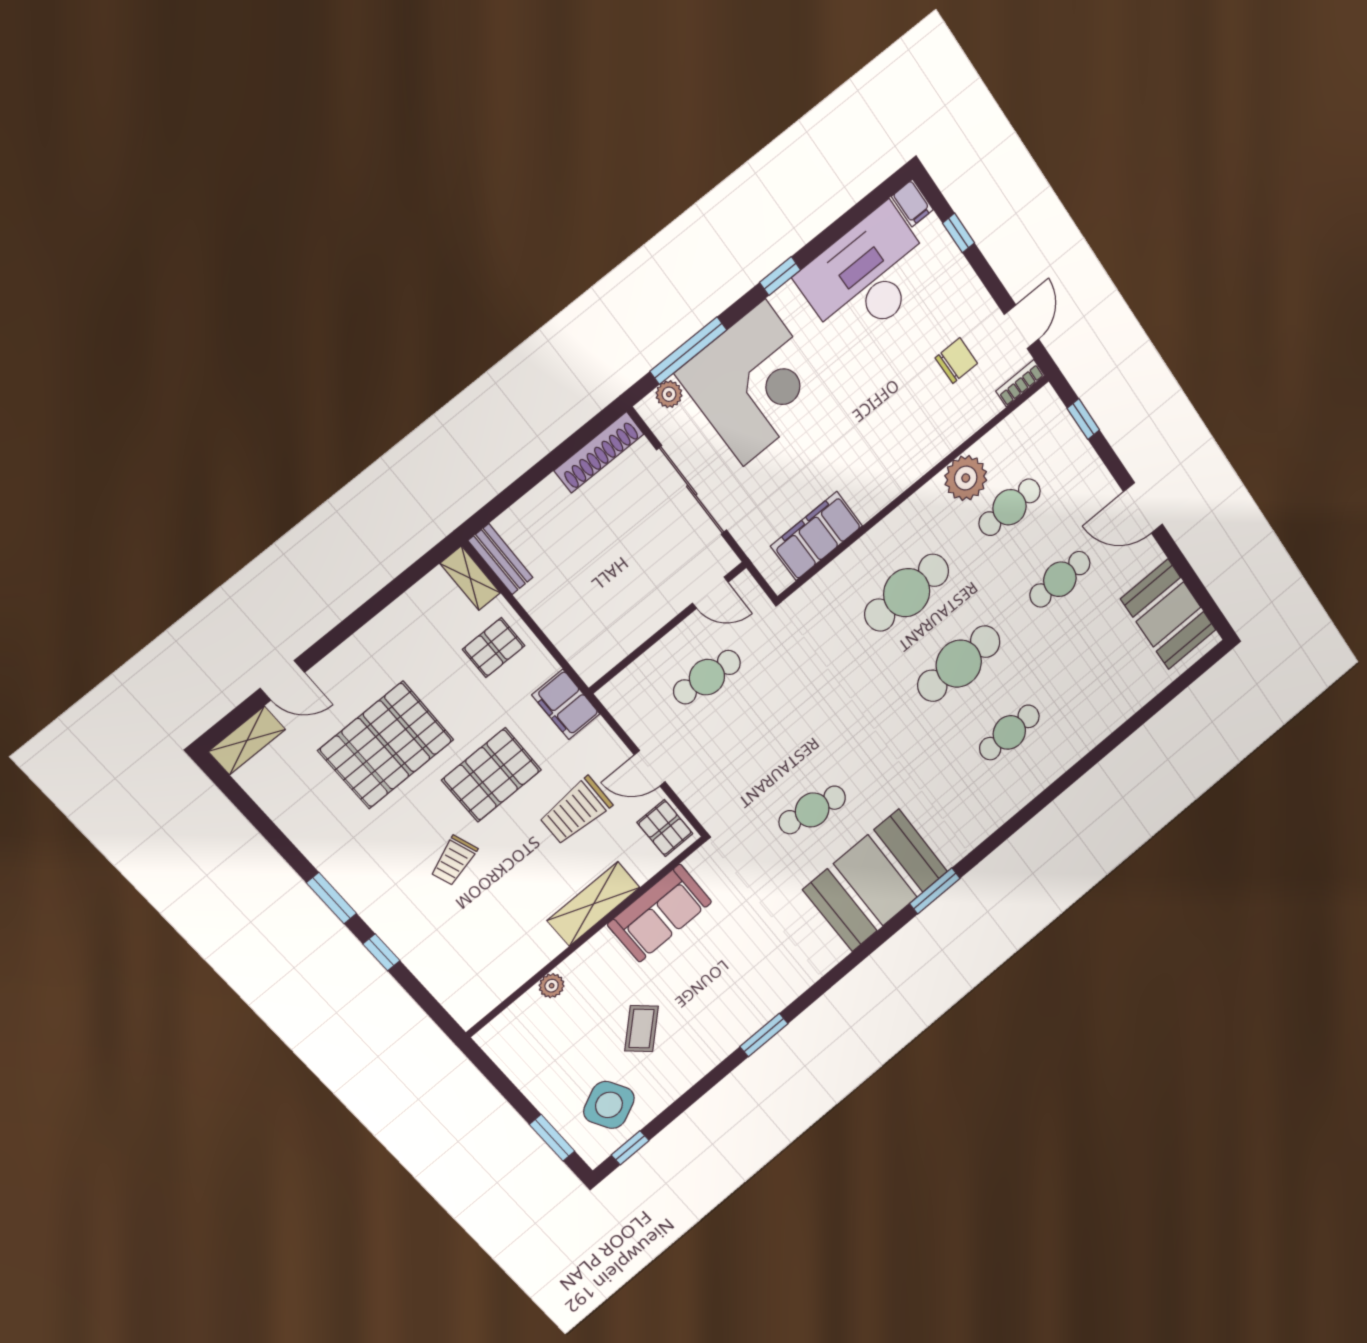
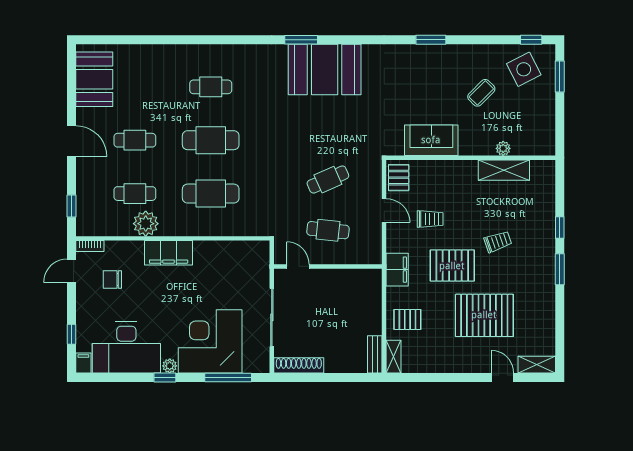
plant: (669, 394) -> (170, 366), moved
filing cabinet: (816, 536) -> (169, 253), moved
cafe table: (812, 810) -> (328, 180), moved, turned -36
trolley: (576, 811) -> (430, 219), width x0.73, depth x0.72
shelving: (594, 904) -> (504, 170), moved

